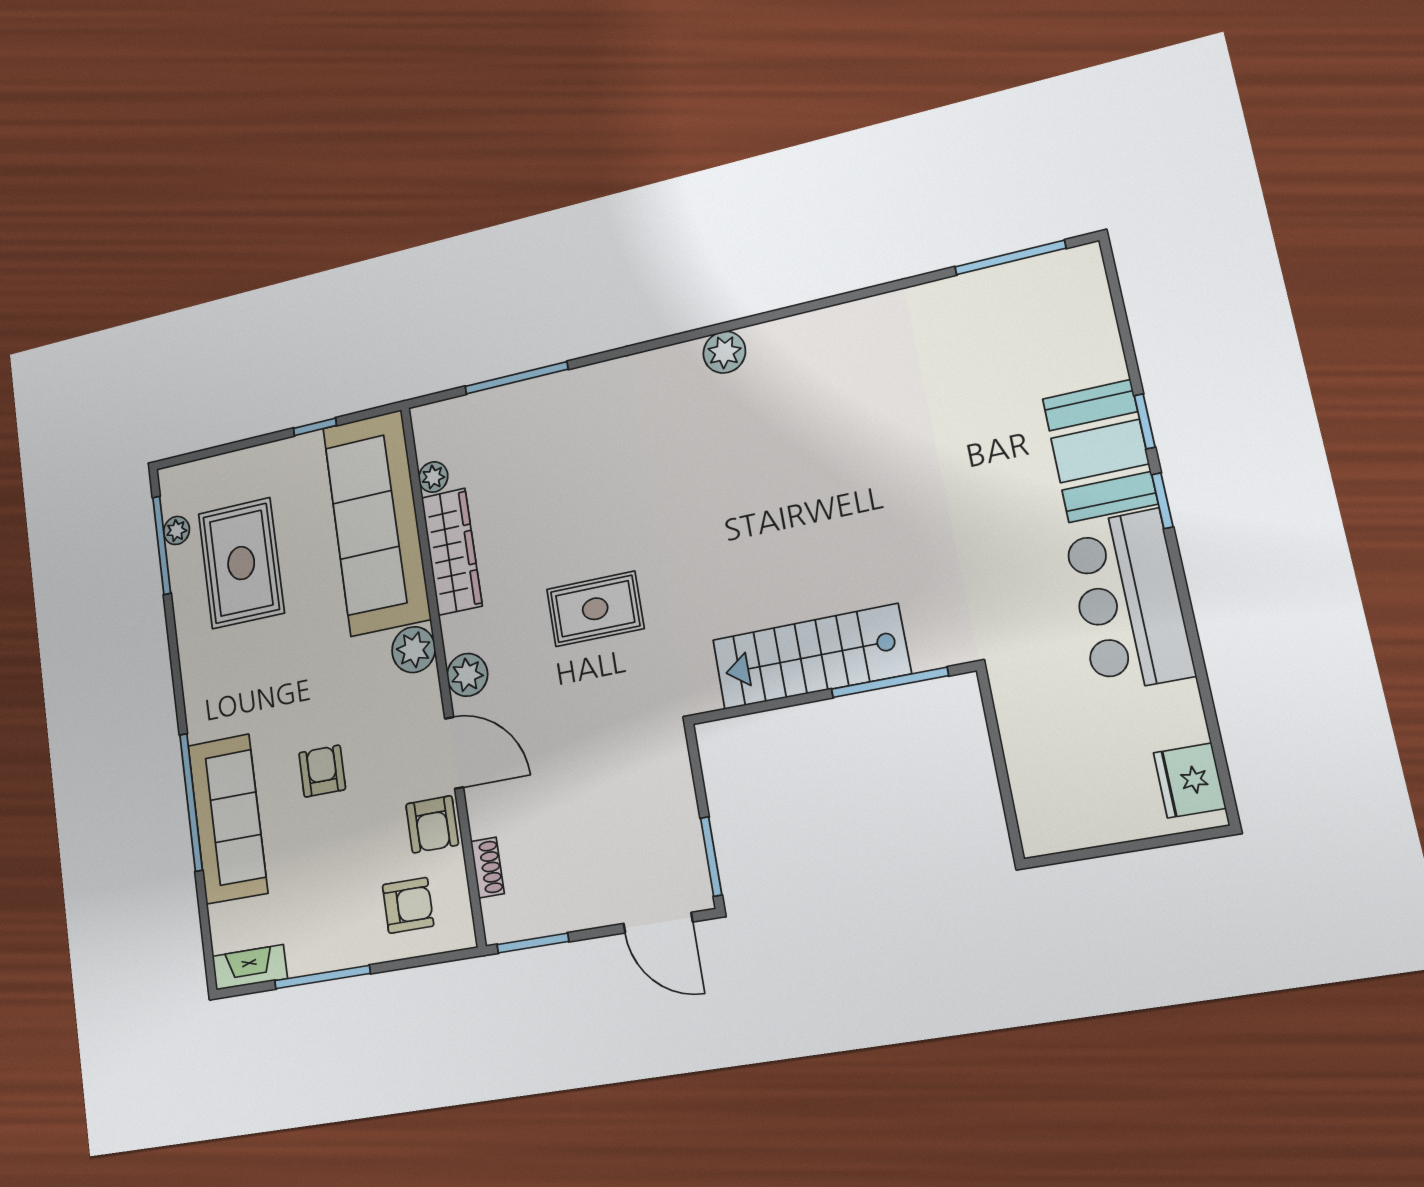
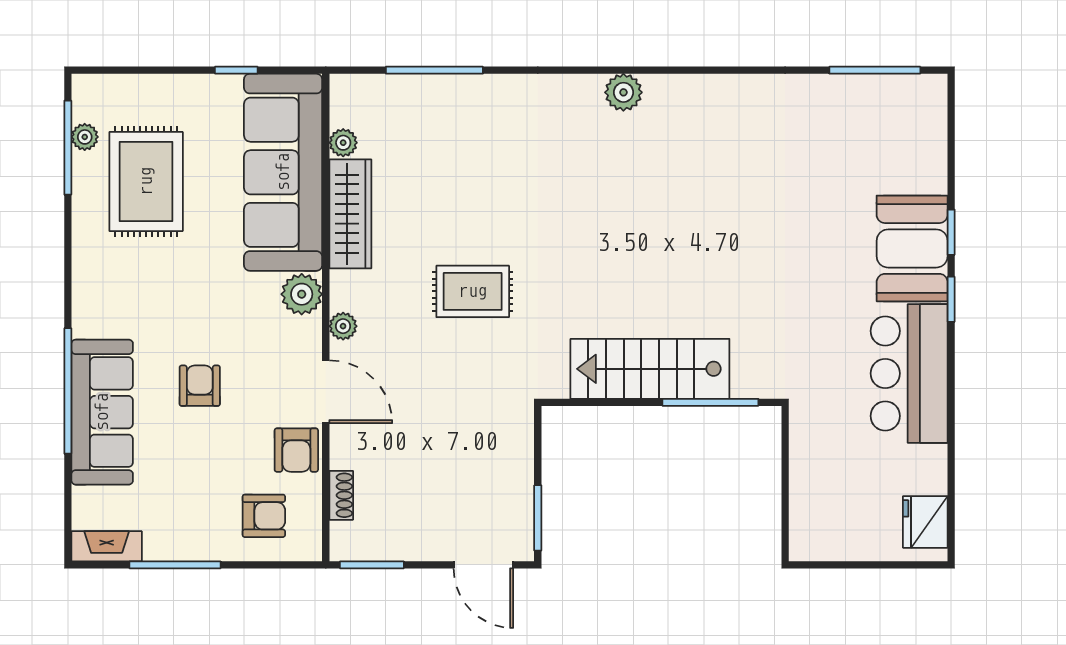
plant: (467, 675) -> (343, 326), width x0.73, depth x0.73

